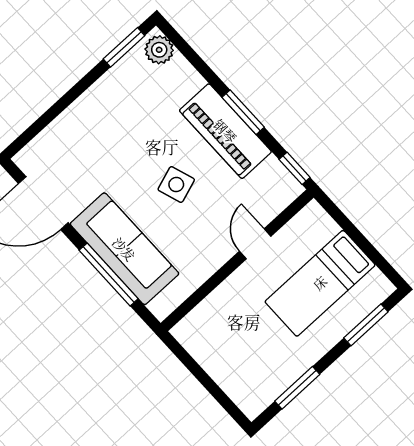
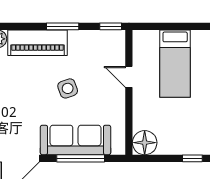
piano: (225, 131) -> (37, 43), moved
floor lamp: (195, 332) -> (145, 143), added
window: (228, 405) -> (192, 158), added

